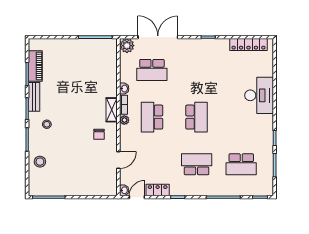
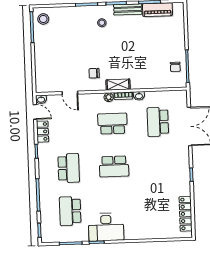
plant: (127, 46) -> (180, 97), removed
chair: (95, 50) -> (175, 67), added
desk: (259, 95) -> (106, 227), moved
stool: (40, 162) -> (43, 19), moved

